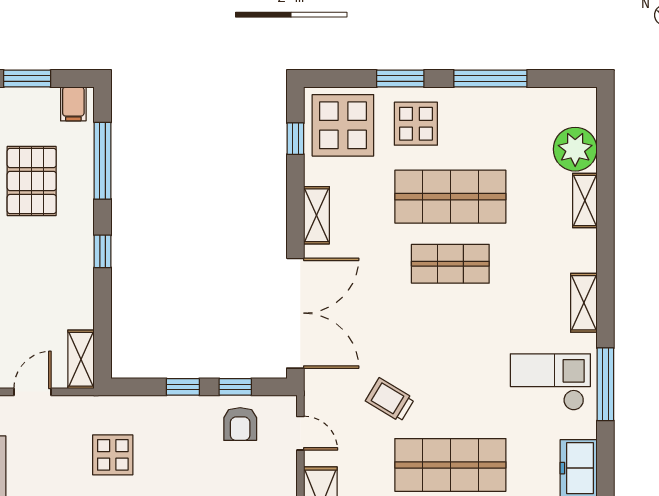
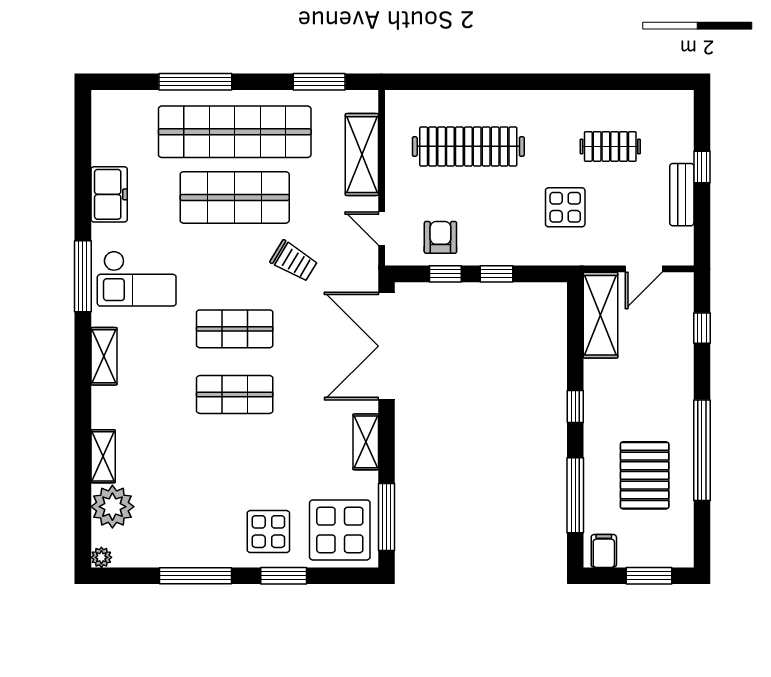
plant: (587, 97) -> (101, 557), added
window: (295, 139) -> (386, 517), width x2.17
shop shelf: (450, 197) -> (235, 329), moved, width x0.70, depth x0.74
shelving: (81, 359) -> (601, 315), width x1.50, depth x1.33

